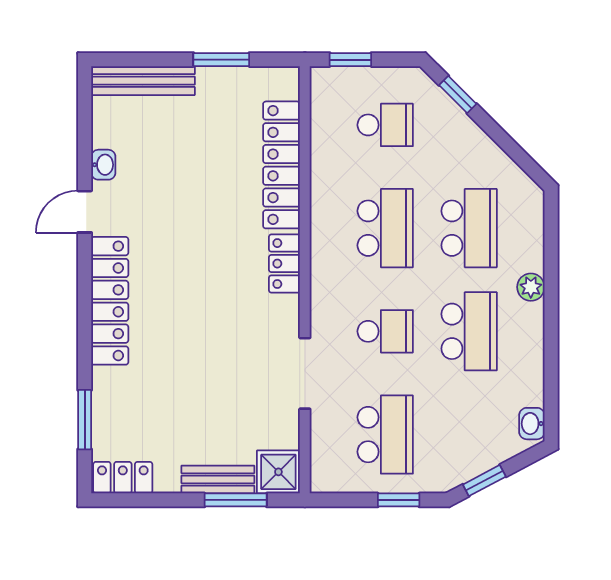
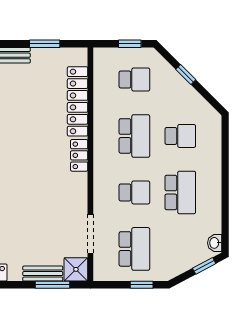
window: (350, 60) -> (130, 44), moved
window: (458, 95) -> (186, 75), moved
school desk: (469, 228) -> (180, 136), width x0.54
plant: (531, 287) -> (214, 168), removed
doorway: (305, 373) -> (90, 234), moved
window: (484, 481) -> (204, 266), moved

